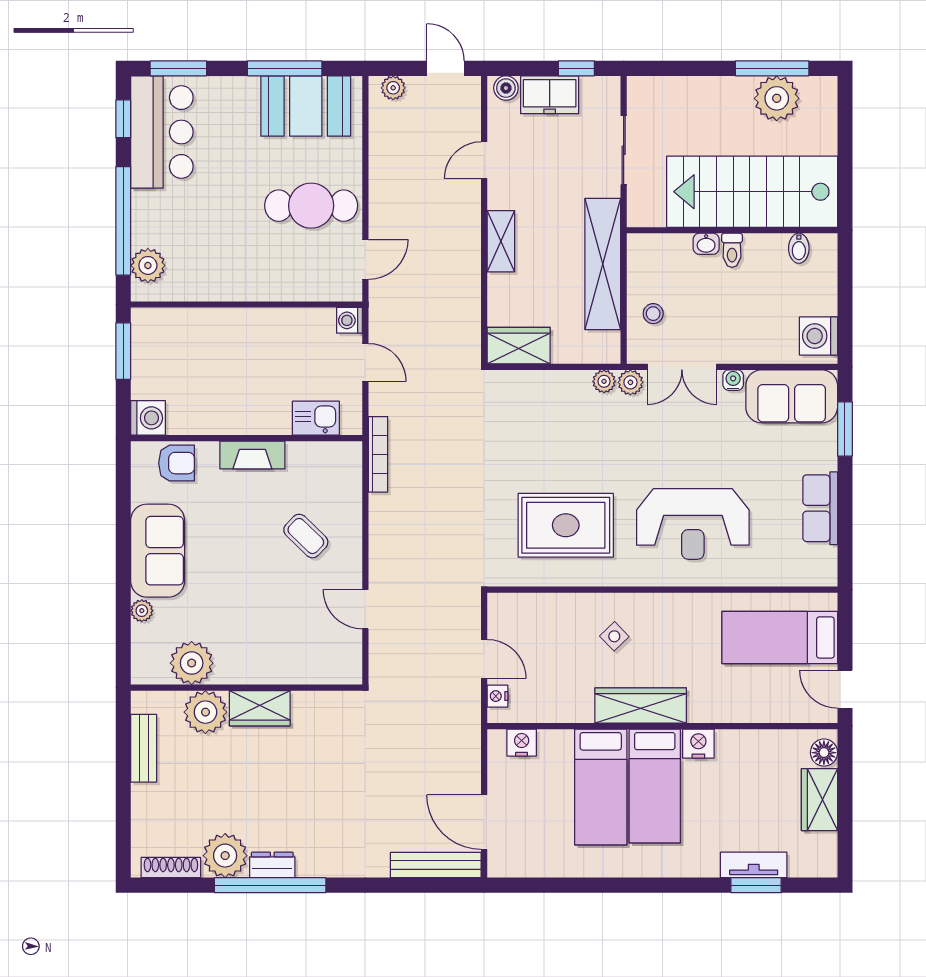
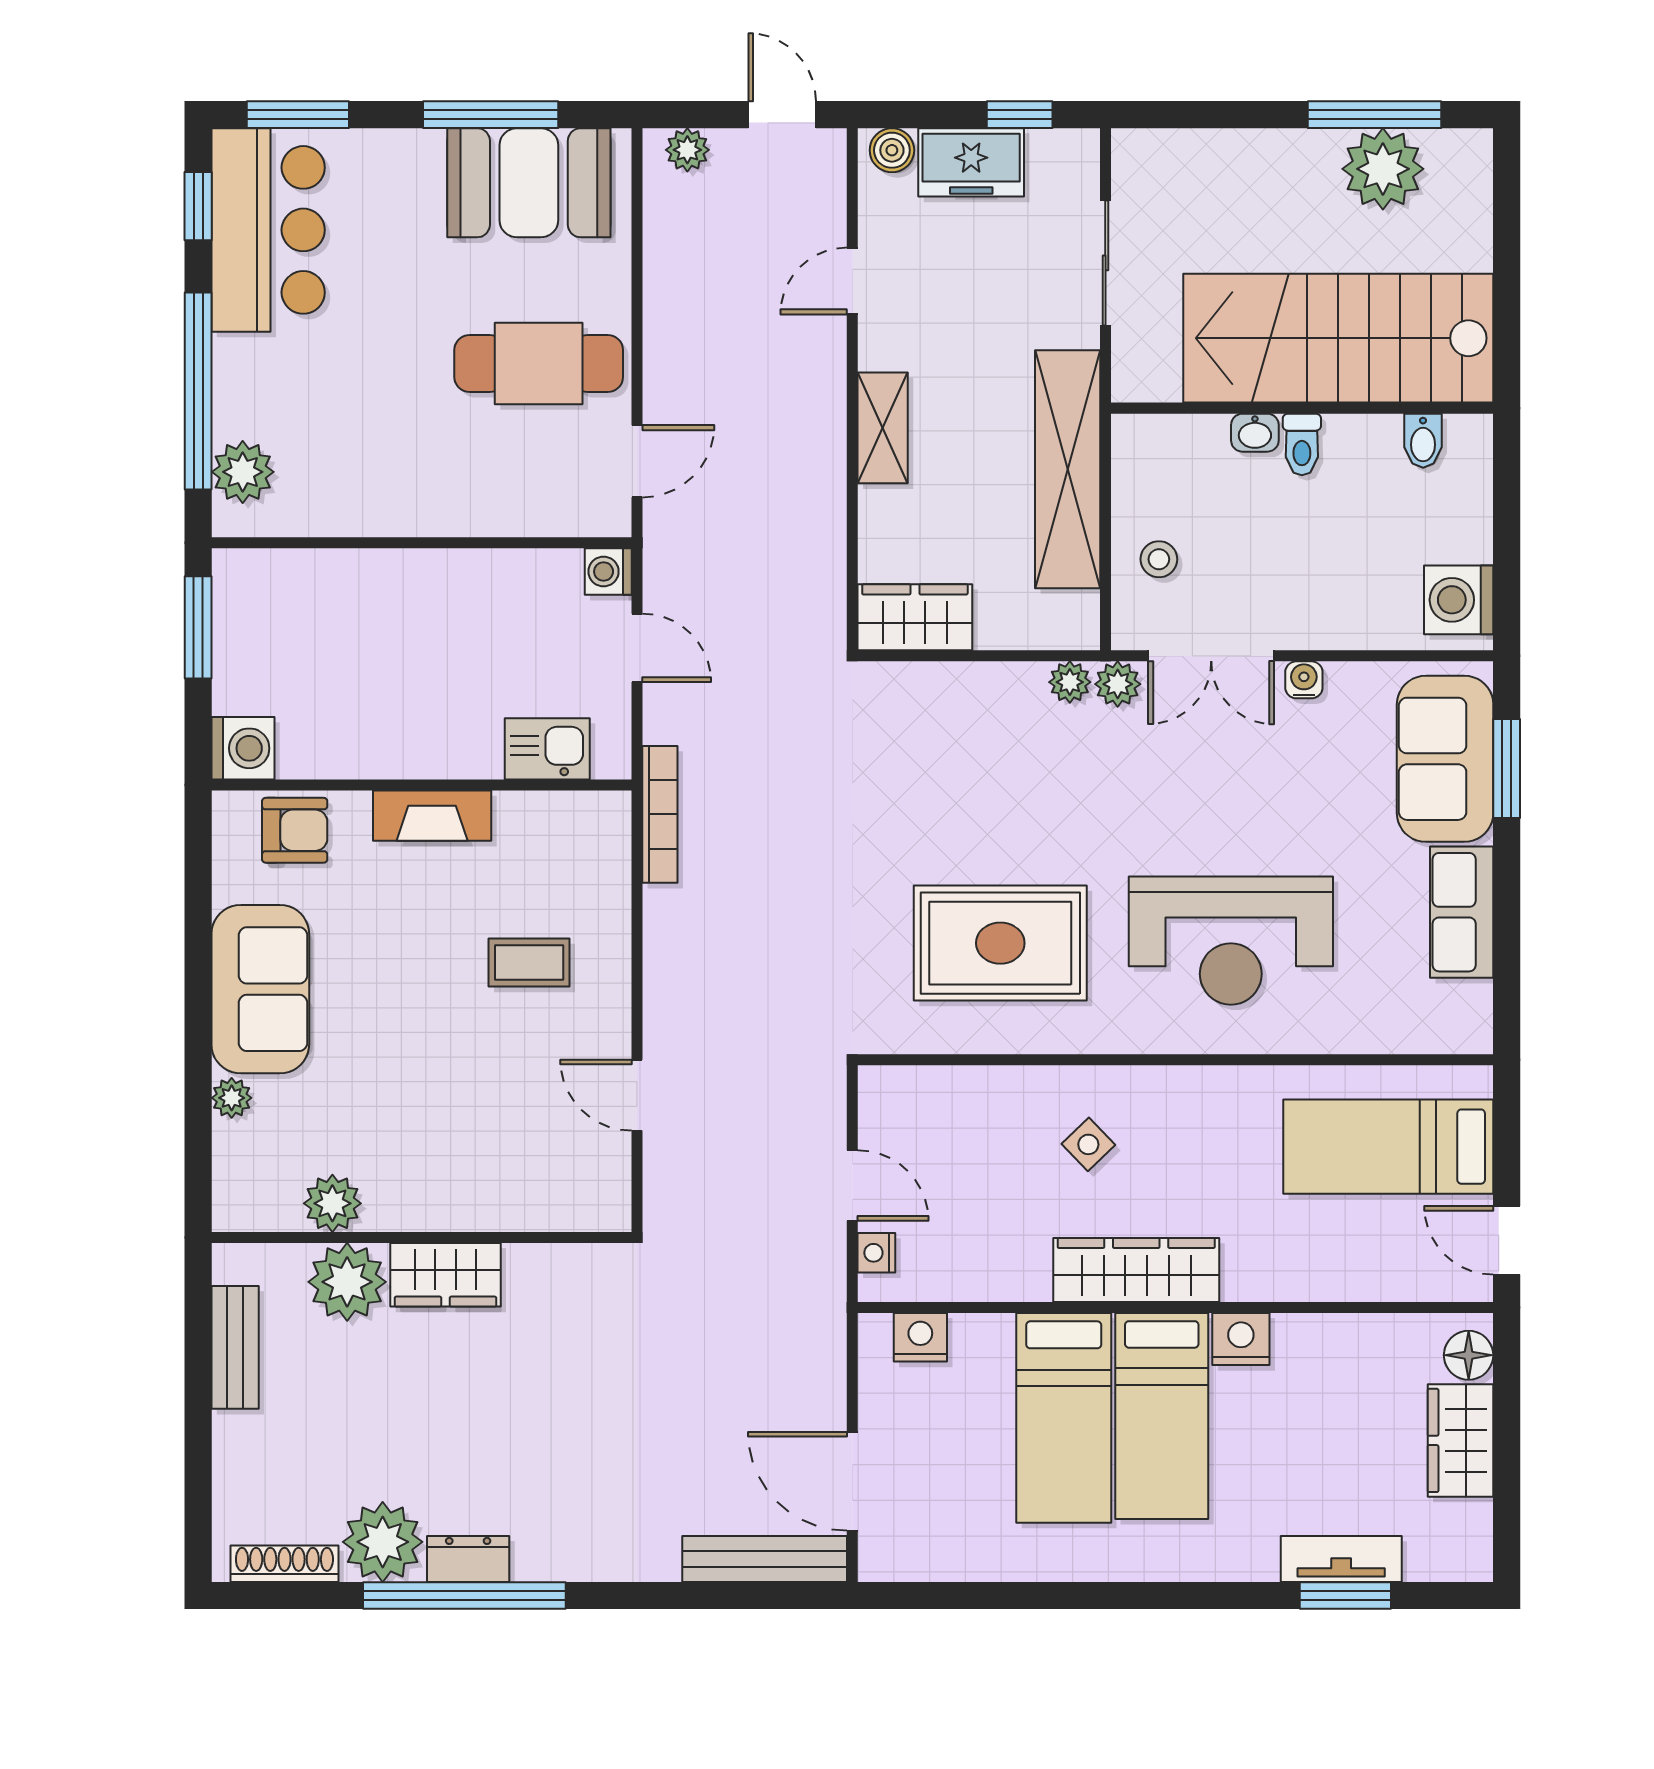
sofa: (792, 396) -> (1445, 759), moved, turned 90
coffee table: (306, 536) -> (529, 963), turned -44
plant: (192, 663) -> (332, 1203), width x0.73, depth x0.73

